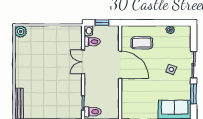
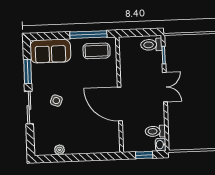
coffee table: (142, 43) -> (97, 51), moved
double door: (83, 62) -> (165, 87), moved

